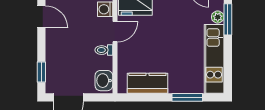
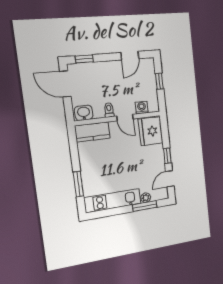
kitchen counter: (147, 83) -> (92, 132), moved, turned 90

